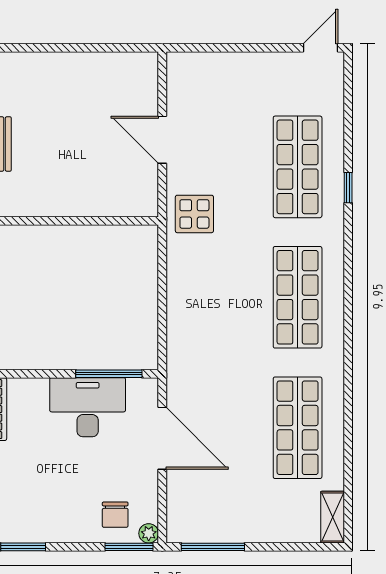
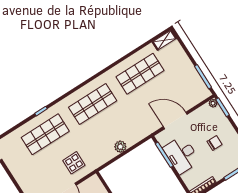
display table: (194, 214) -> (74, 163), moved
plant: (180, 298) -> (120, 147), added
door: (162, 438) -> (175, 120), hinge flipped
chair: (115, 515) -> (215, 143), moved

